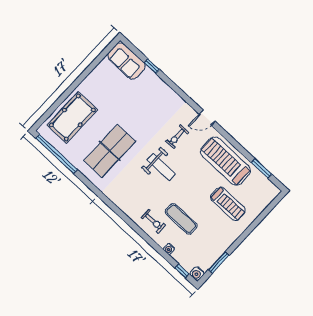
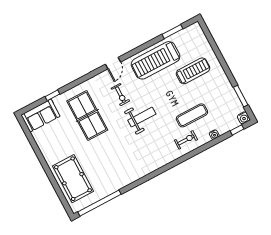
table tennis table: (110, 151) -> (87, 116), moved

